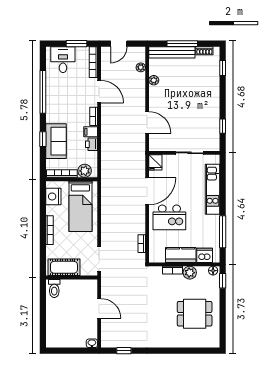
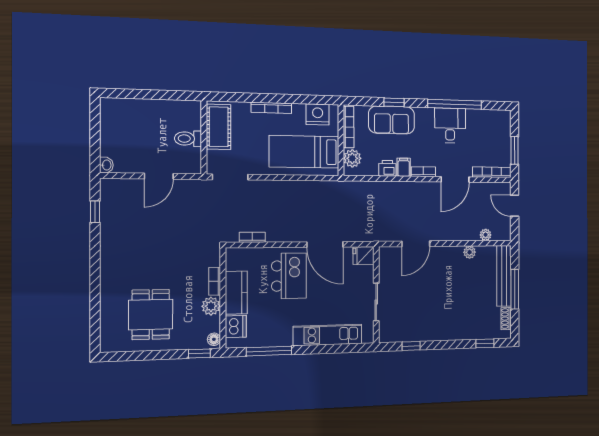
desk: (63, 60) -> (450, 125), moved, turned -90
kitchen island: (169, 217) -> (289, 276), turned 180
toilet: (54, 288) -> (188, 139), moved

